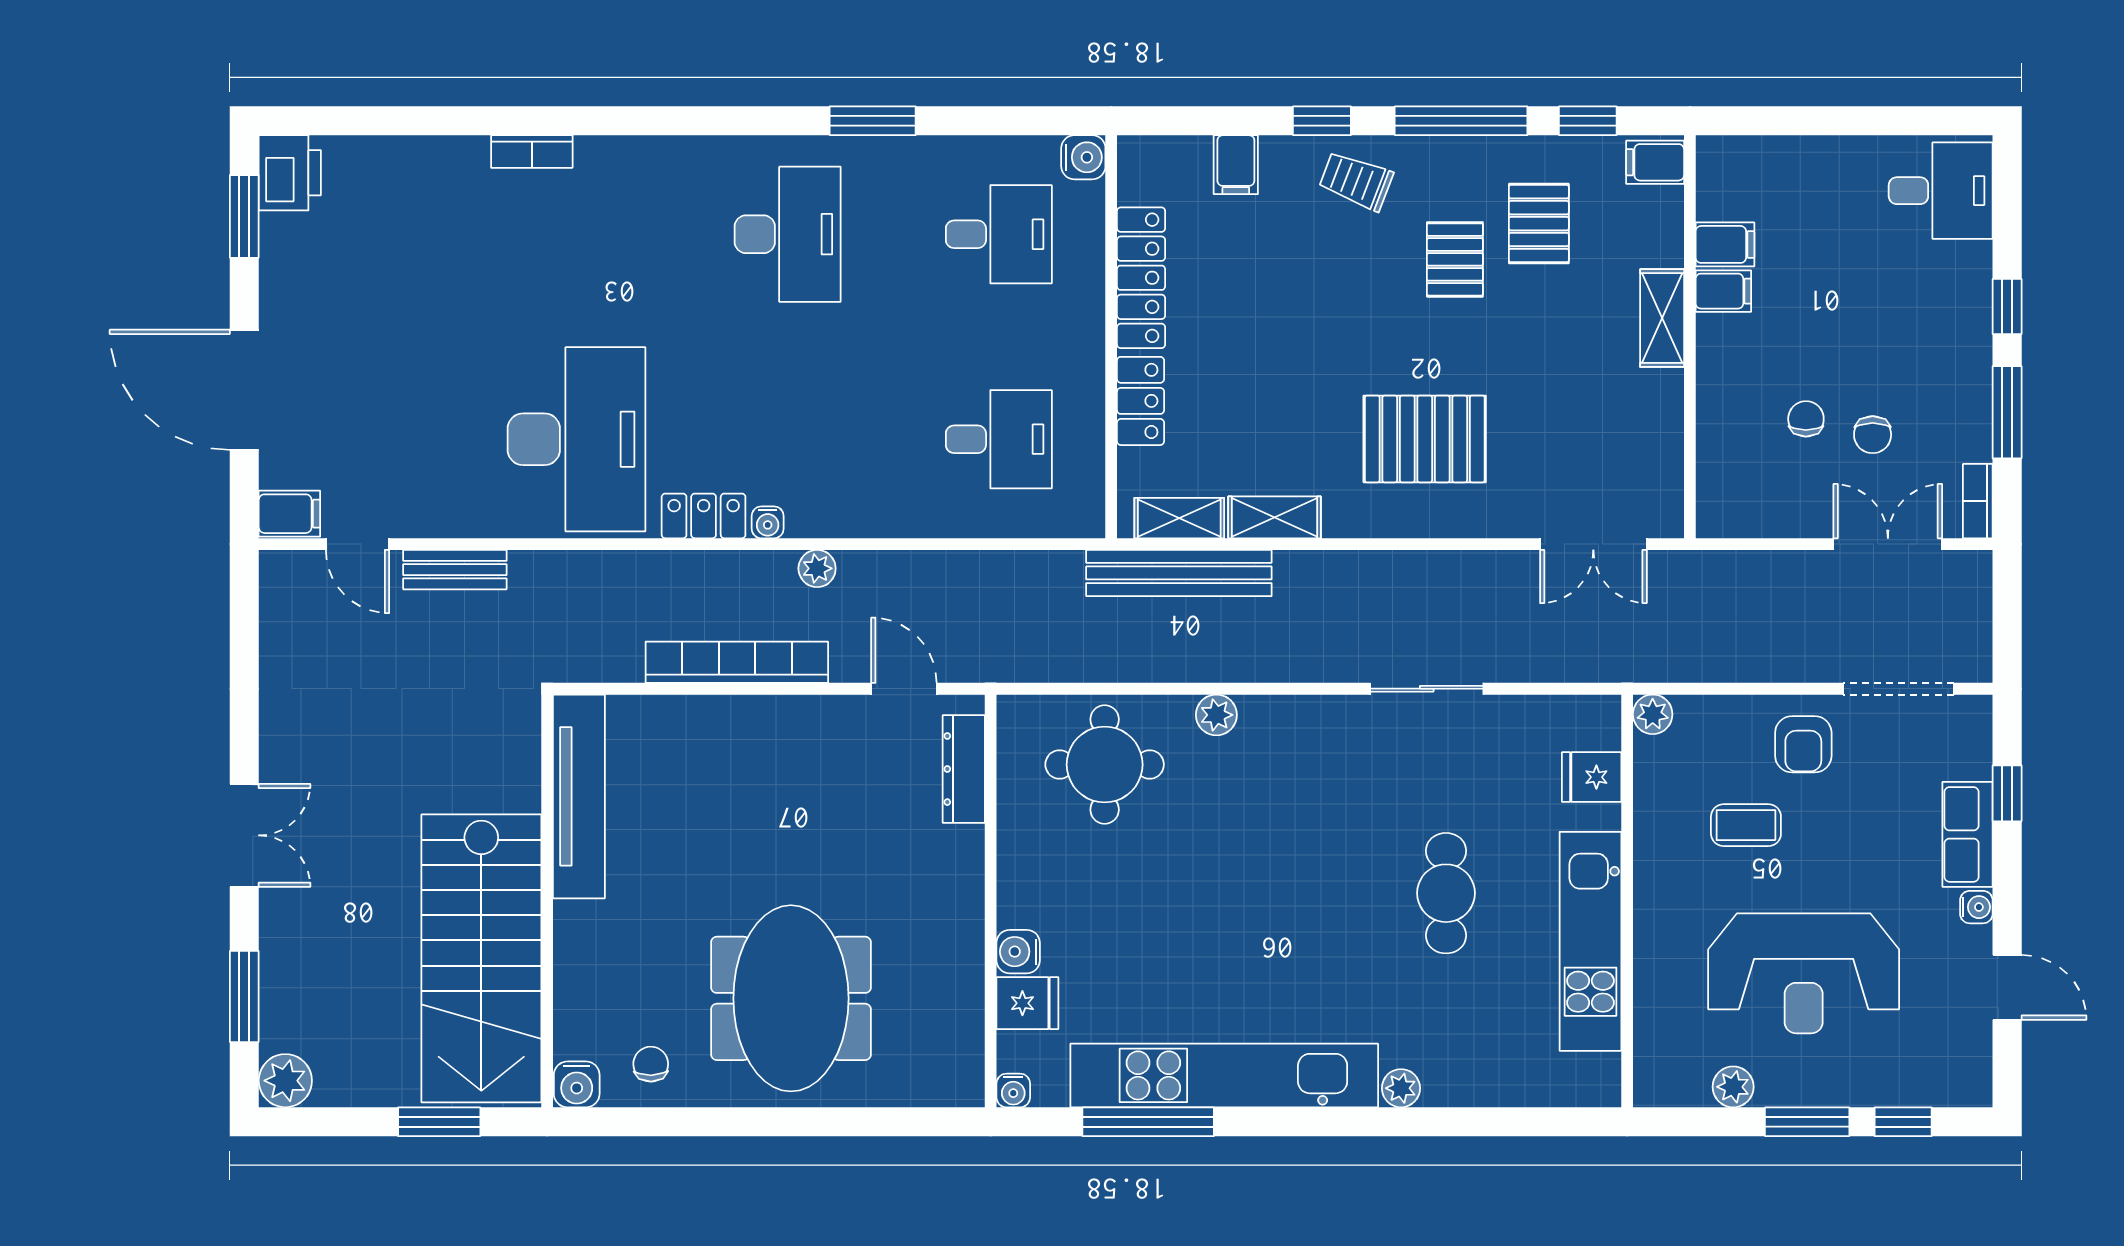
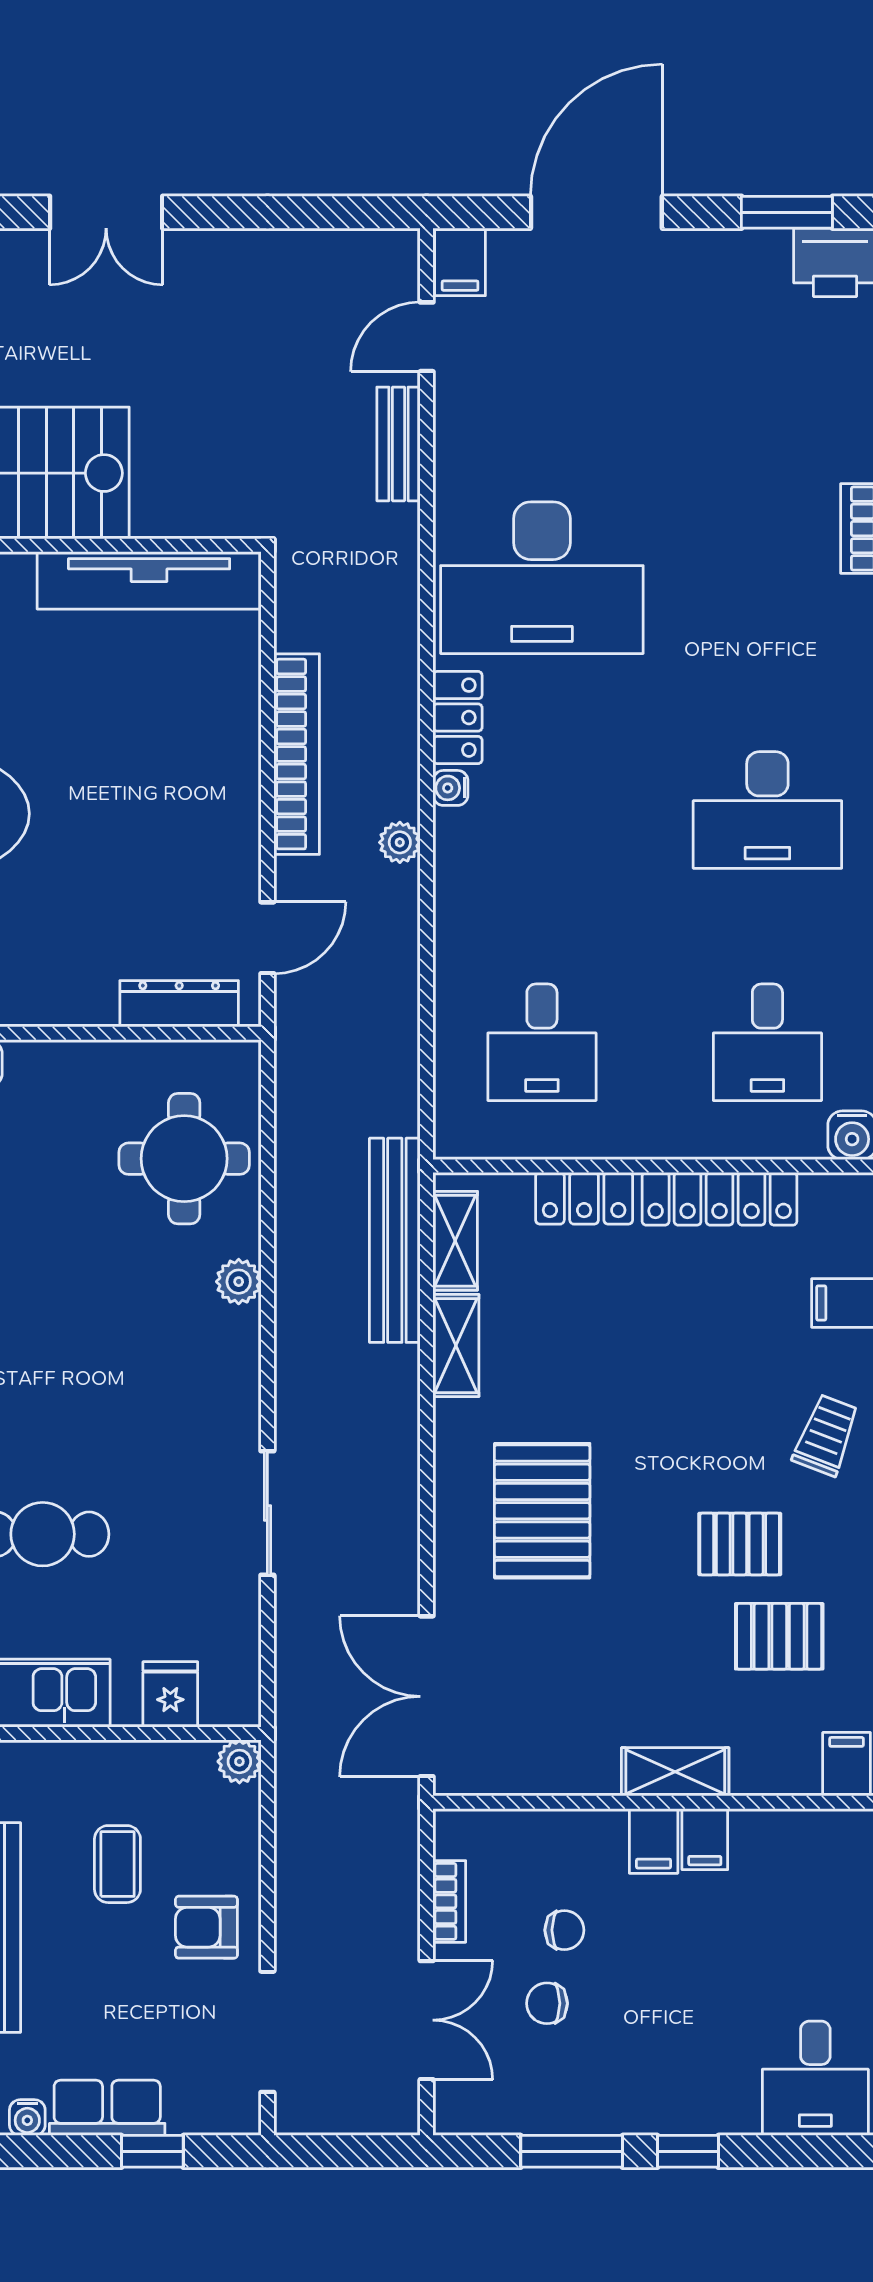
filing cabinet: (1725, 244) -> (654, 1841), moved
bookcase: (1978, 501) -> (449, 1901), moved, turned 90
double door: (1593, 544) -> (427, 1696), width x1.37

